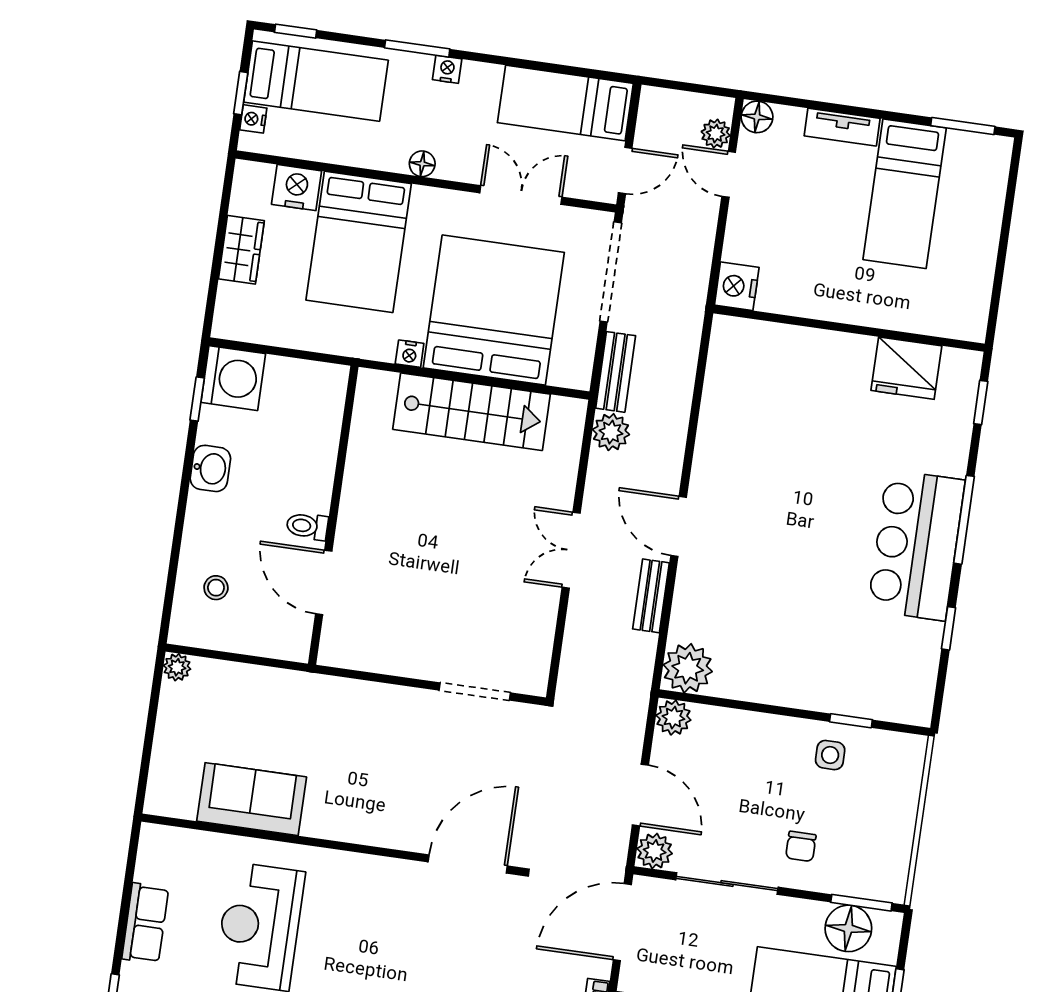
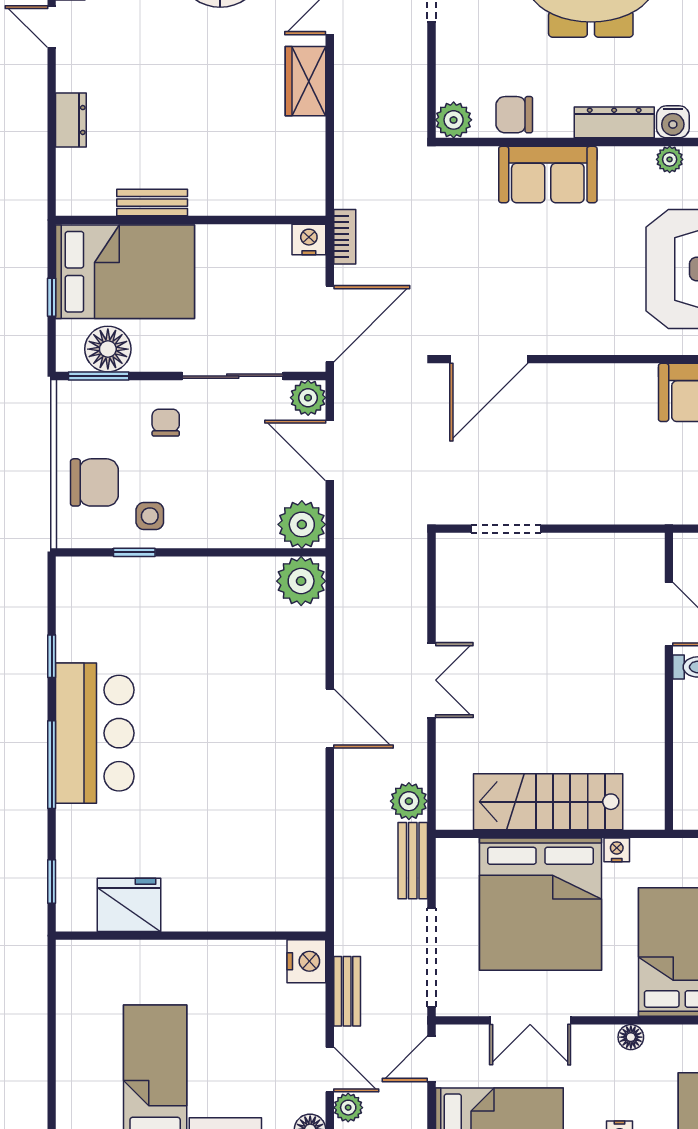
bench: (651, 596) -> (347, 991), moved
plant: (673, 718) -> (302, 524), width x1.36, depth x1.36
chair: (881, 797) -> (94, 482), added

